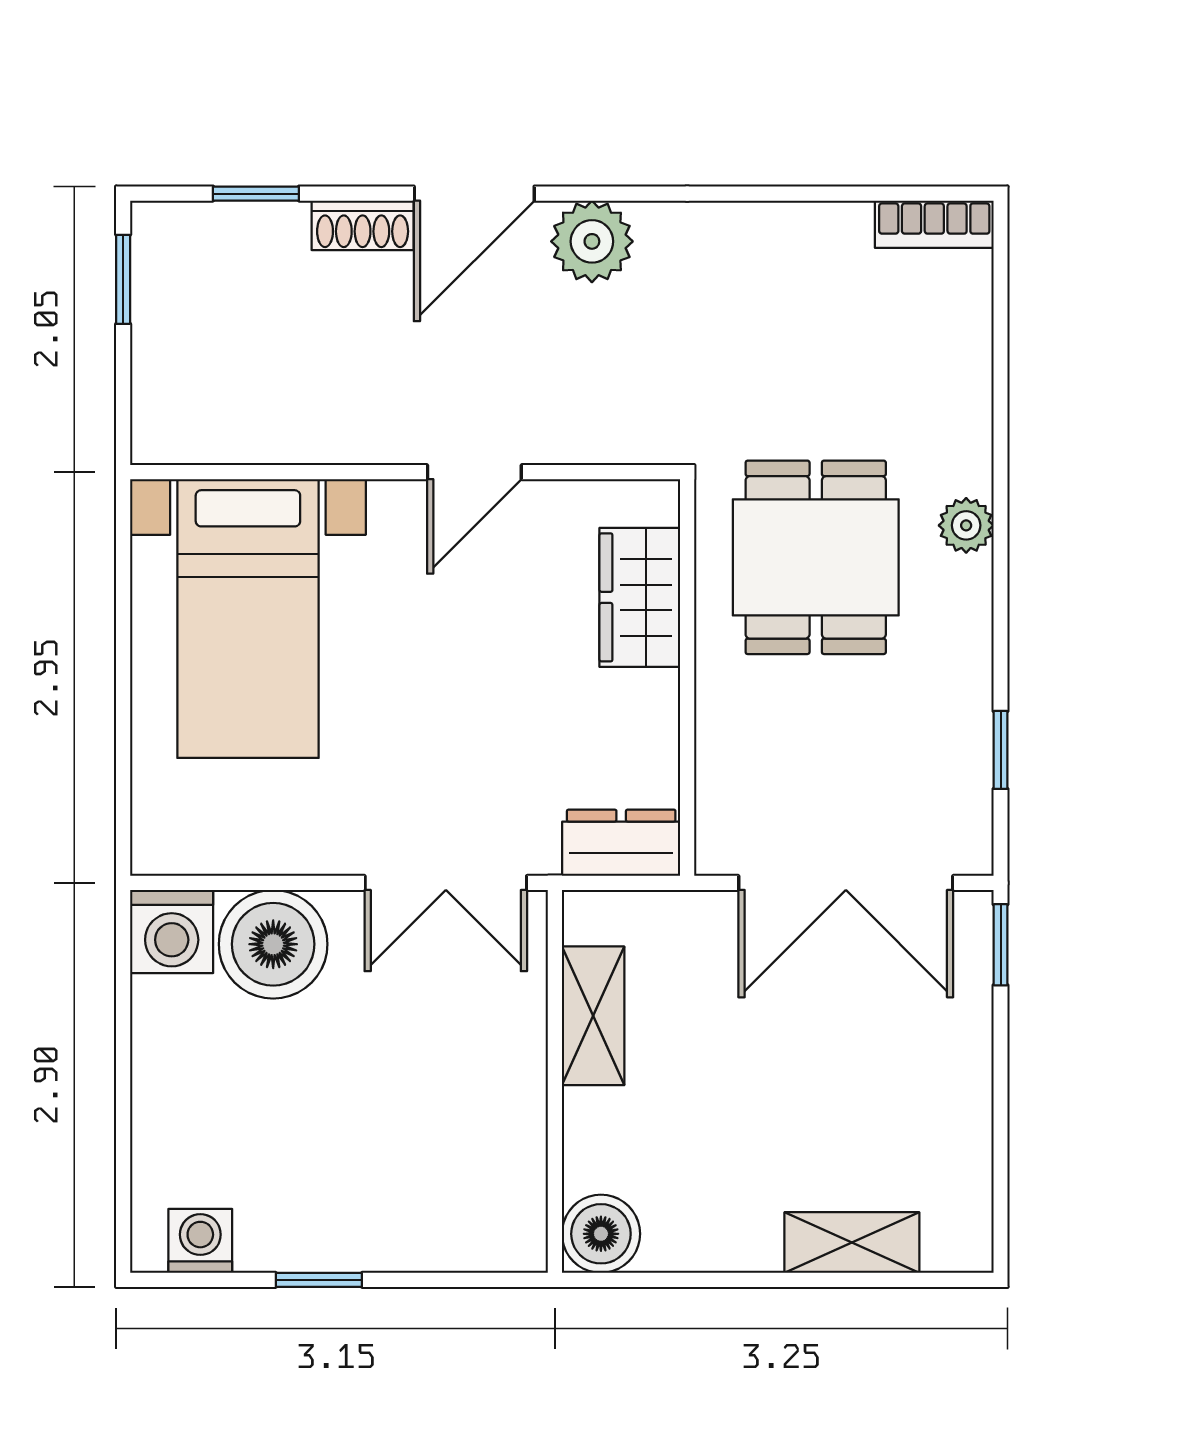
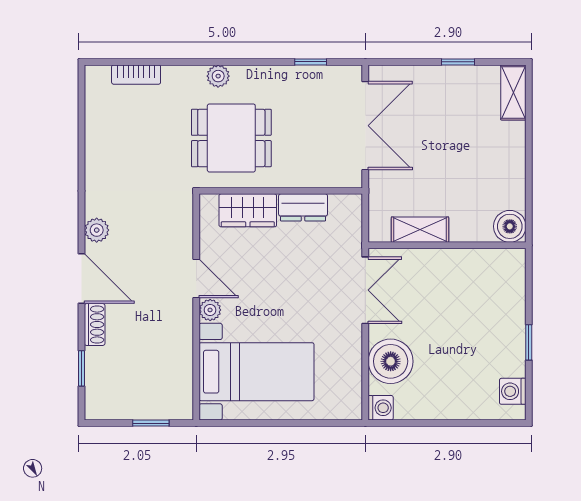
bookcase: (934, 224) -> (136, 75), moved, turned 90
plant: (592, 241) -> (97, 230), width x0.73, depth x0.73
window: (123, 279) -> (151, 423), moved
plant: (398, 506) -> (210, 310), added
dresser: (621, 843) -> (303, 207), moved, turned -90
washing machine: (172, 931) -> (381, 408), width x0.73, depth x0.73
window: (1001, 945) -> (458, 62), moved
shelving: (852, 1243) -> (513, 93), moved

